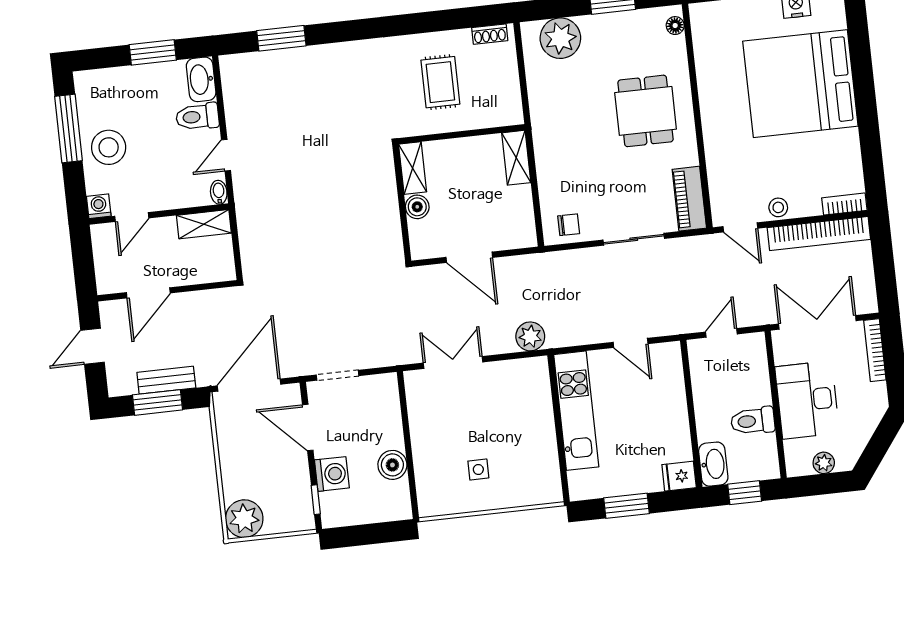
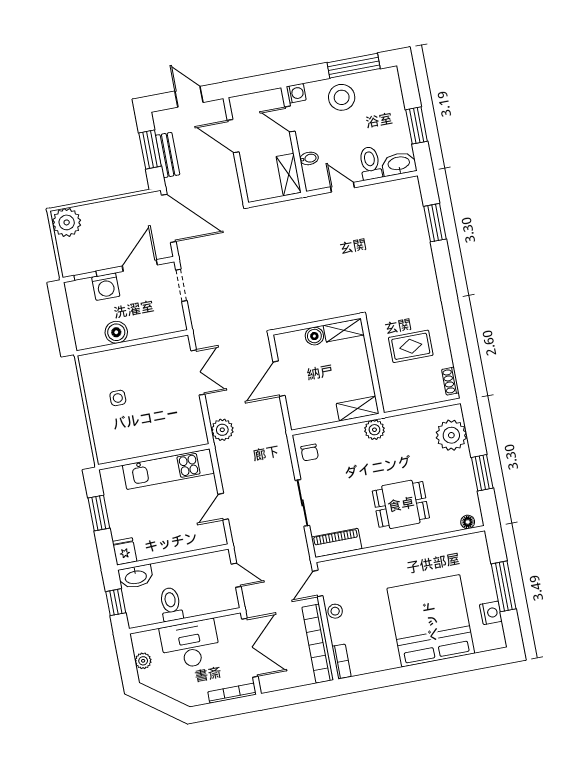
plant: (545, 138) -> (374, 430), added
bidet: (219, 192) -> (309, 158), moved

